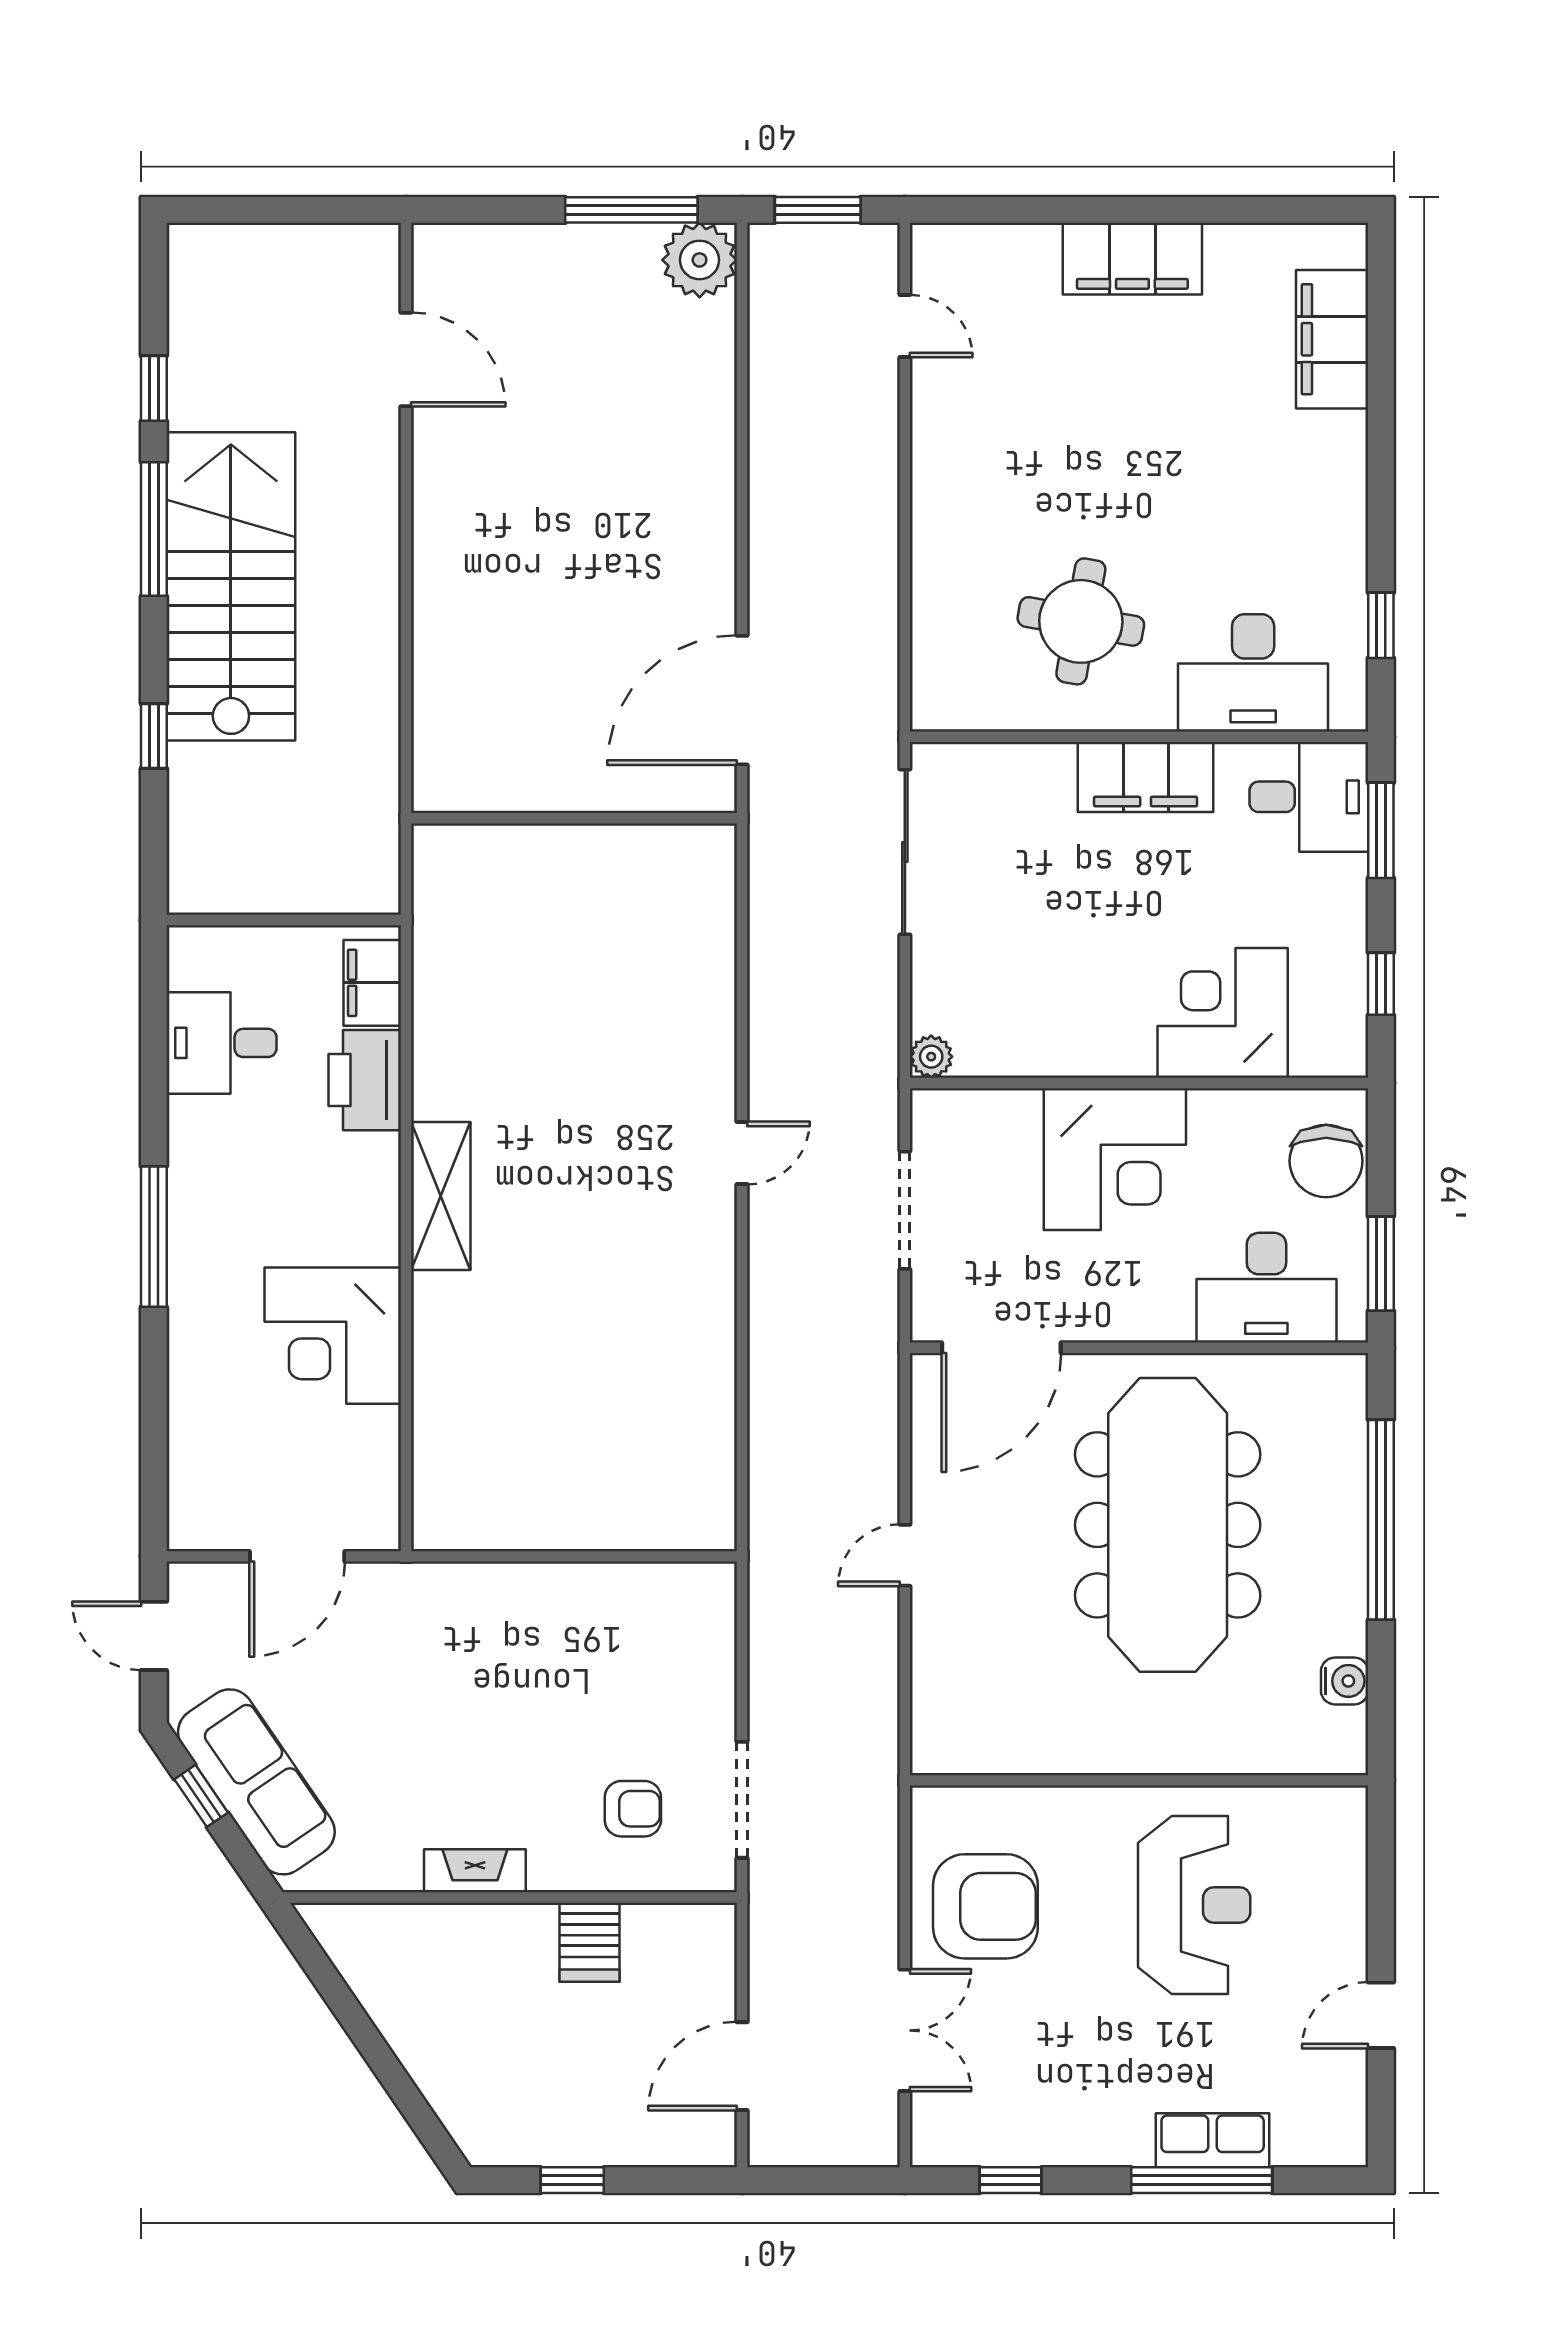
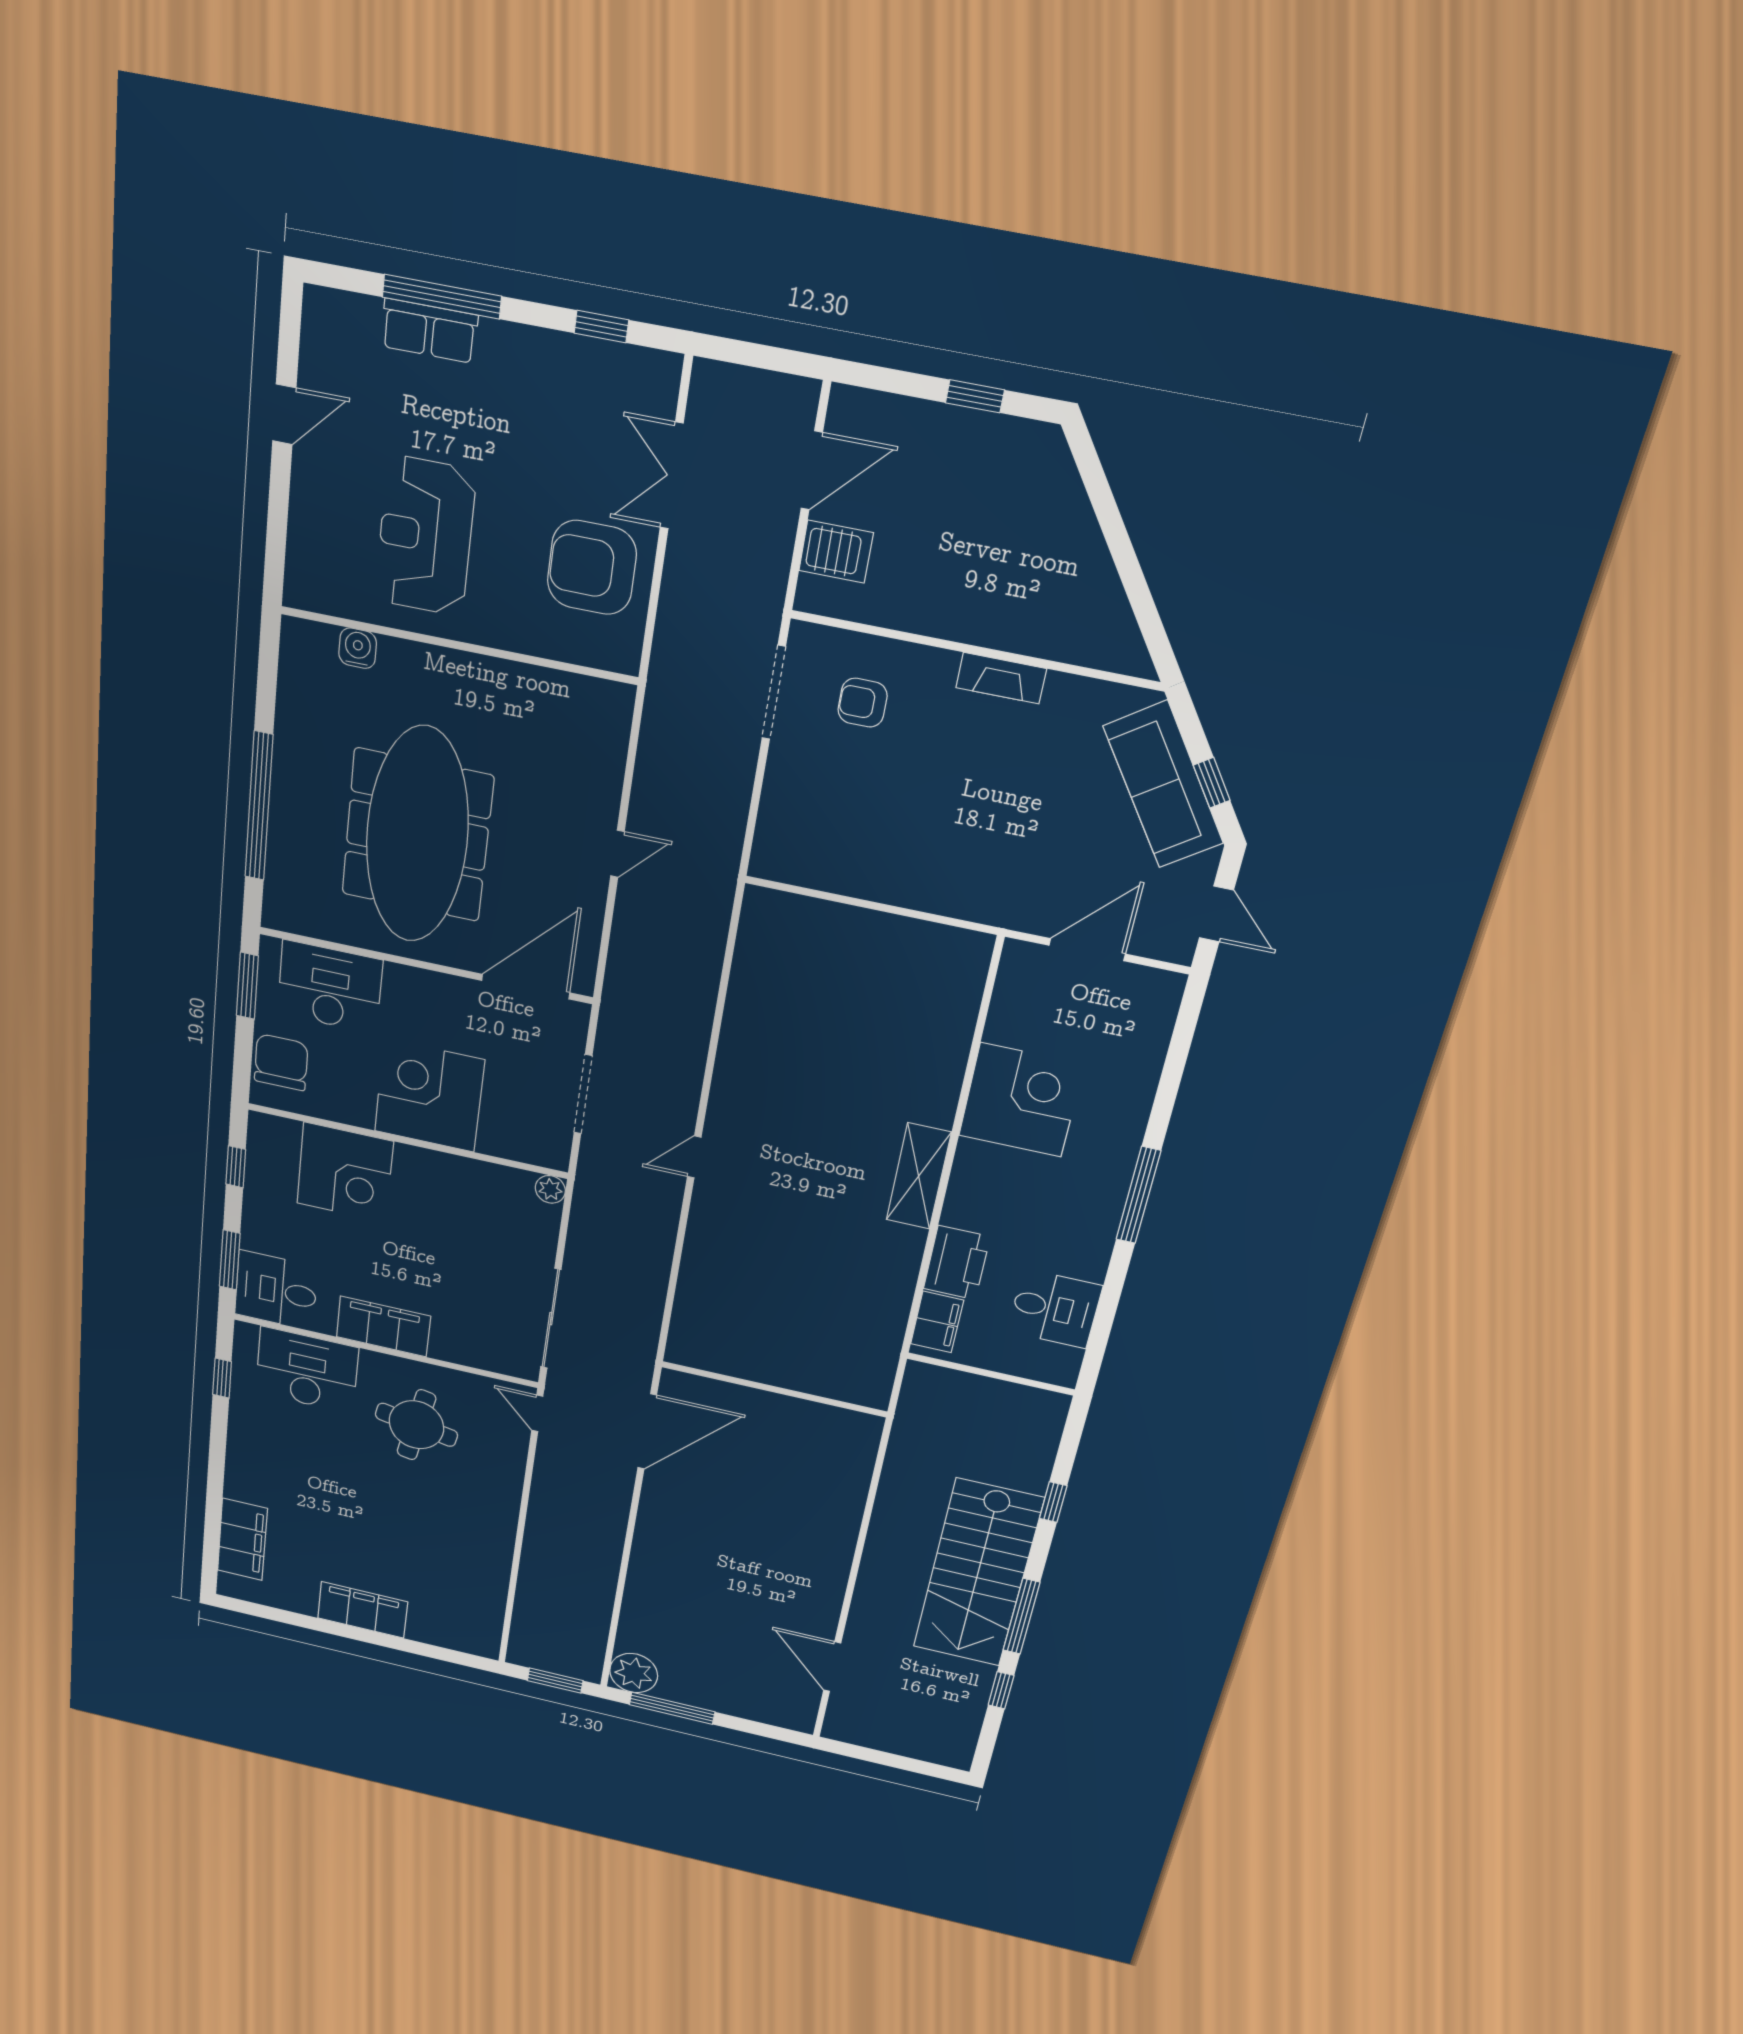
door: (905, 326) -> (537, 1413), moved
water cooler: (1345, 1681) -> (358, 648), moved, turned 90
server rack: (589, 1942) -> (836, 552), moved, turned 90

